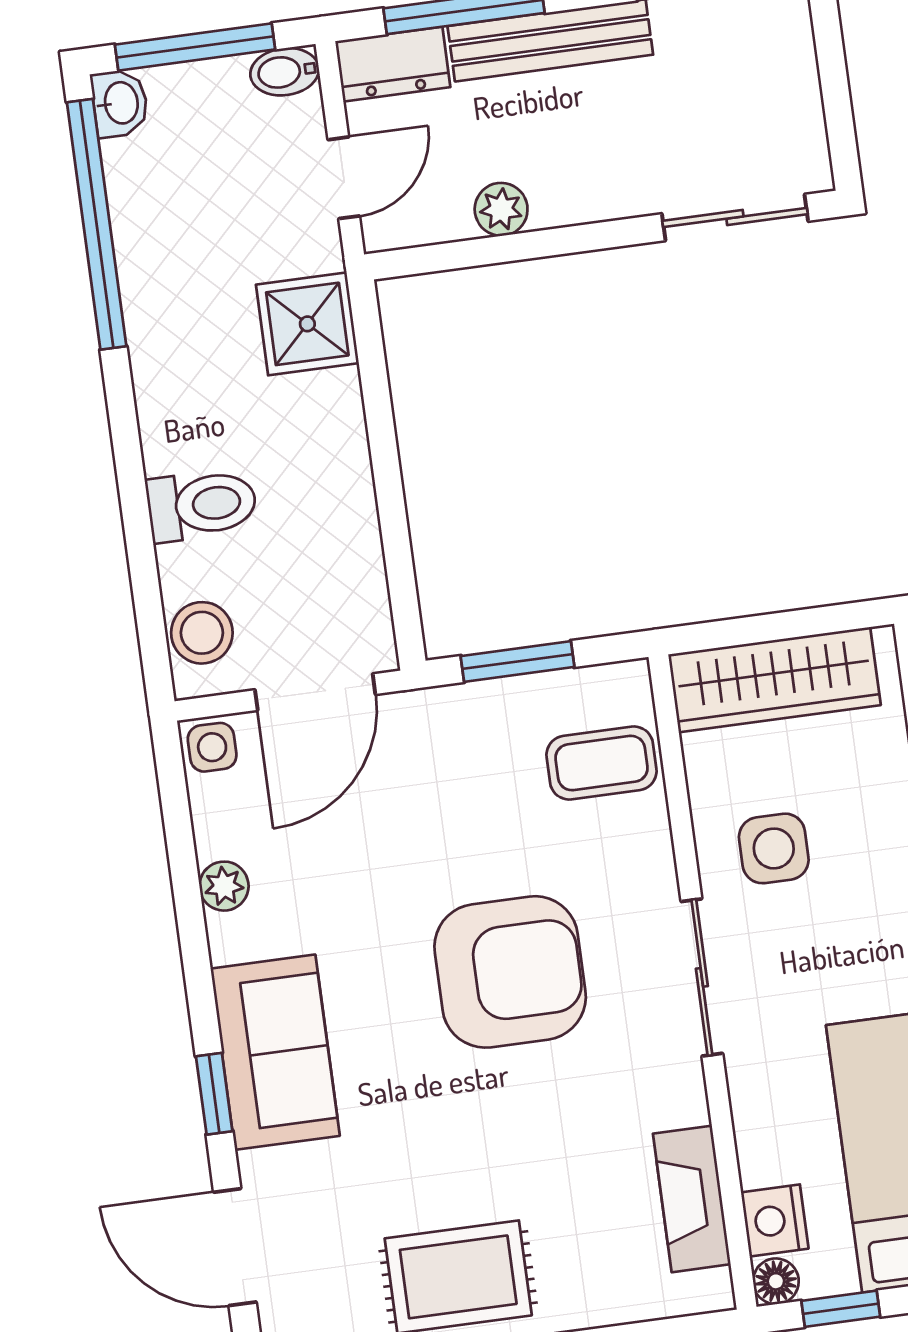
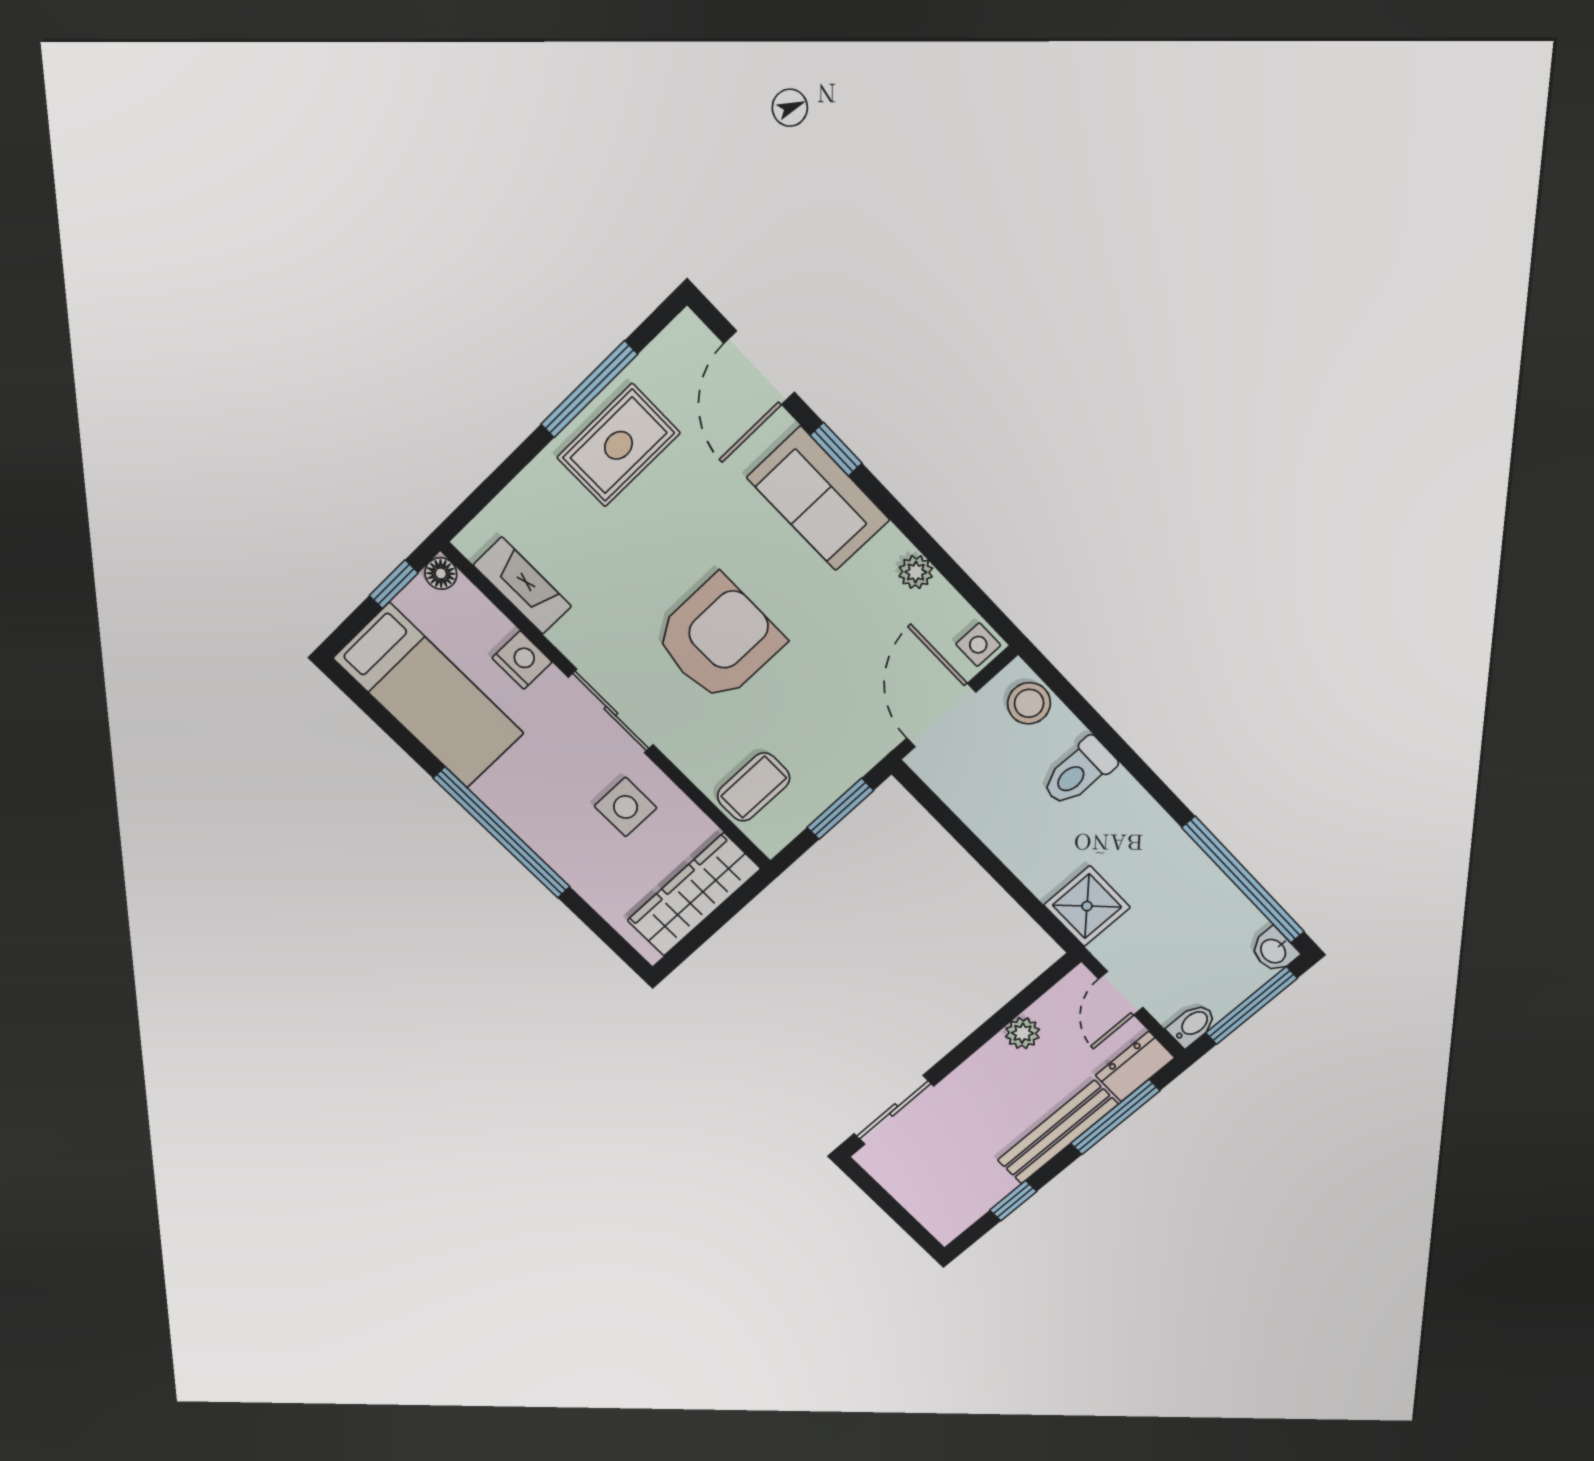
armchair: (510, 972) -> (719, 639), turned 180
nightstand: (775, 1220) -> (522, 660), moved
door: (235, 1247) -> (759, 368), swing flipped

